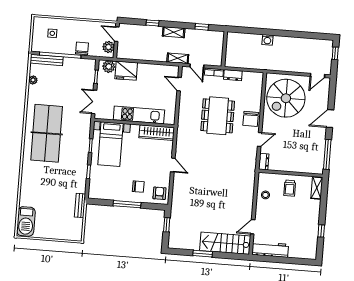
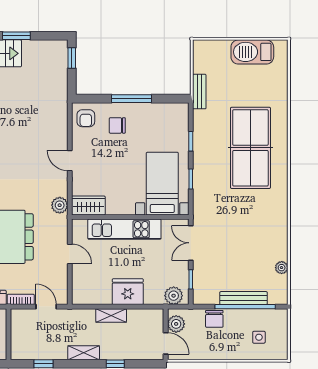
shelving: (178, 58) -> (111, 315), moved
bench: (47, 60) -> (244, 298), moved
fridge: (126, 71) -> (128, 292), moved
door: (179, 84) -> (70, 254), moved
double door: (94, 102) -> (191, 243), swing flipped
table tennis table: (47, 133) -> (250, 148), moved
wardrobe: (157, 133) -> (88, 205), width x0.67
plant: (182, 135) -> (60, 205), added
barbecue: (26, 221) -> (252, 52), moved, turned -90
window: (167, 225) -> (72, 58), moved

